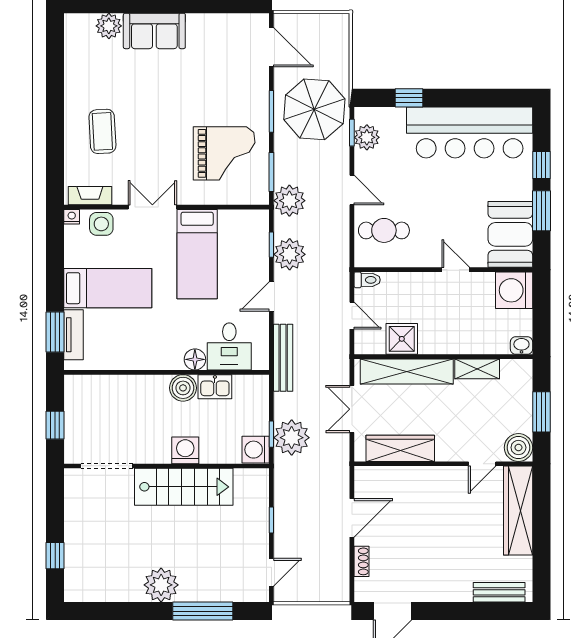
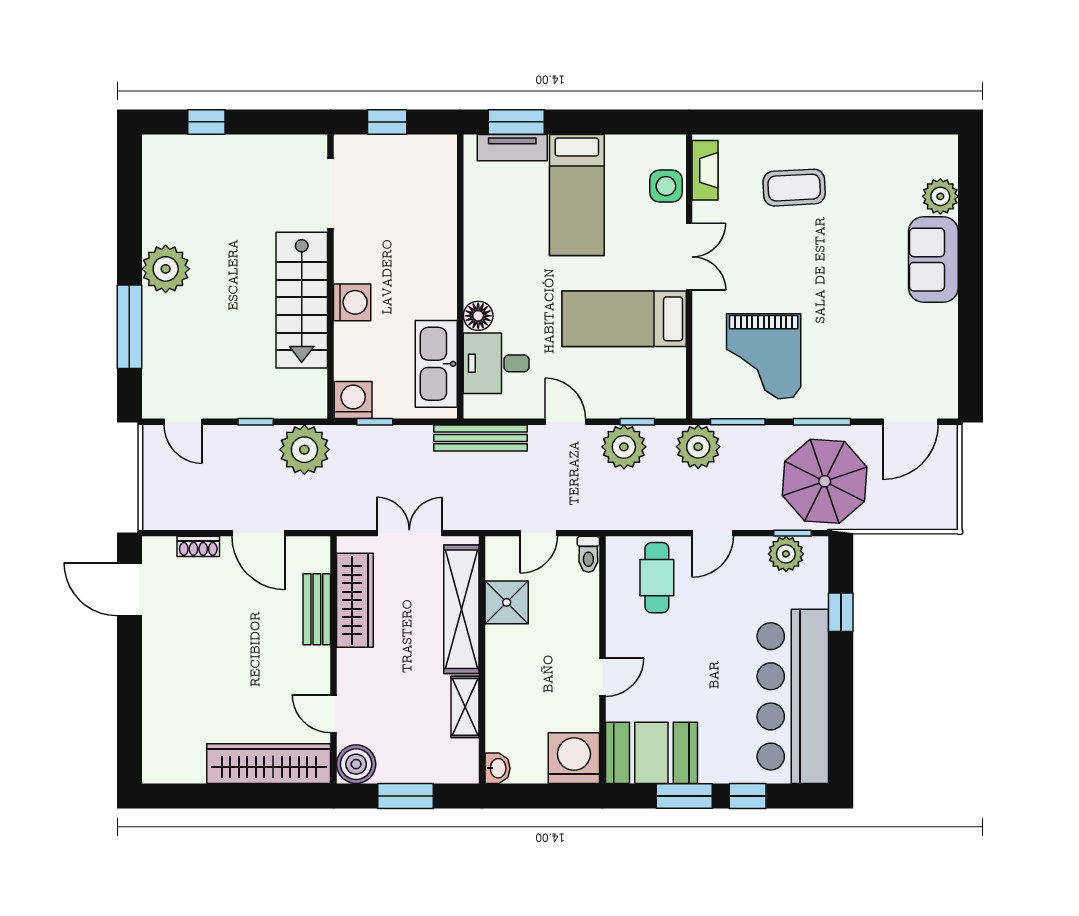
nightstand: (72, 217) -> (676, 145), removed
kitchen sink: (215, 387) -> (436, 364), width x1.87, depth x1.24
boiler: (183, 388) -> (439, 299), removed
plant: (292, 438) -> (304, 450), moved
bench: (499, 592) -> (317, 609), moved

